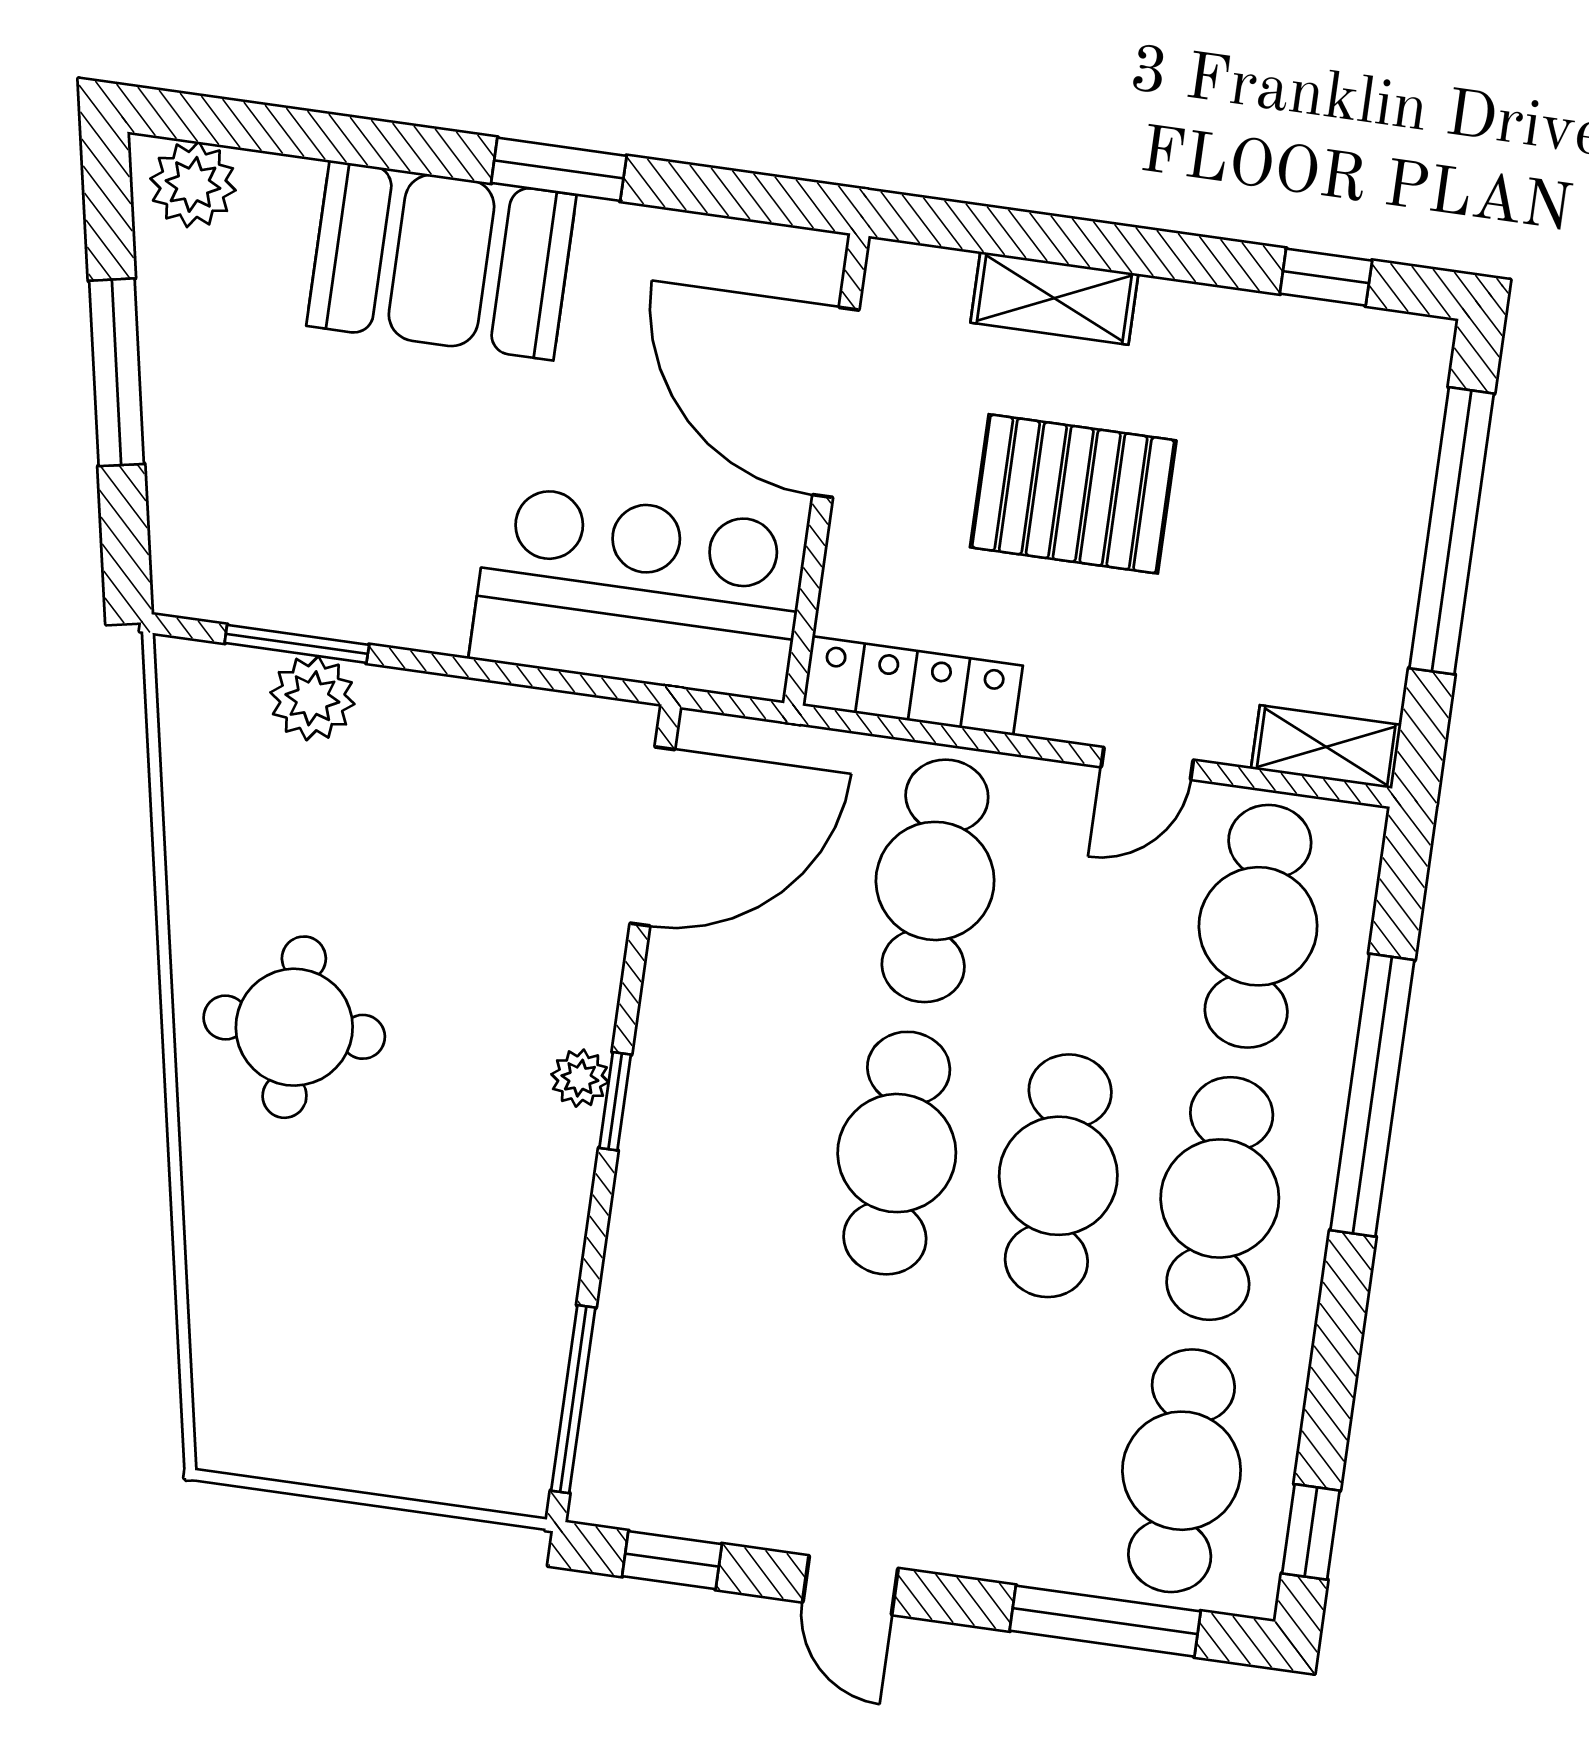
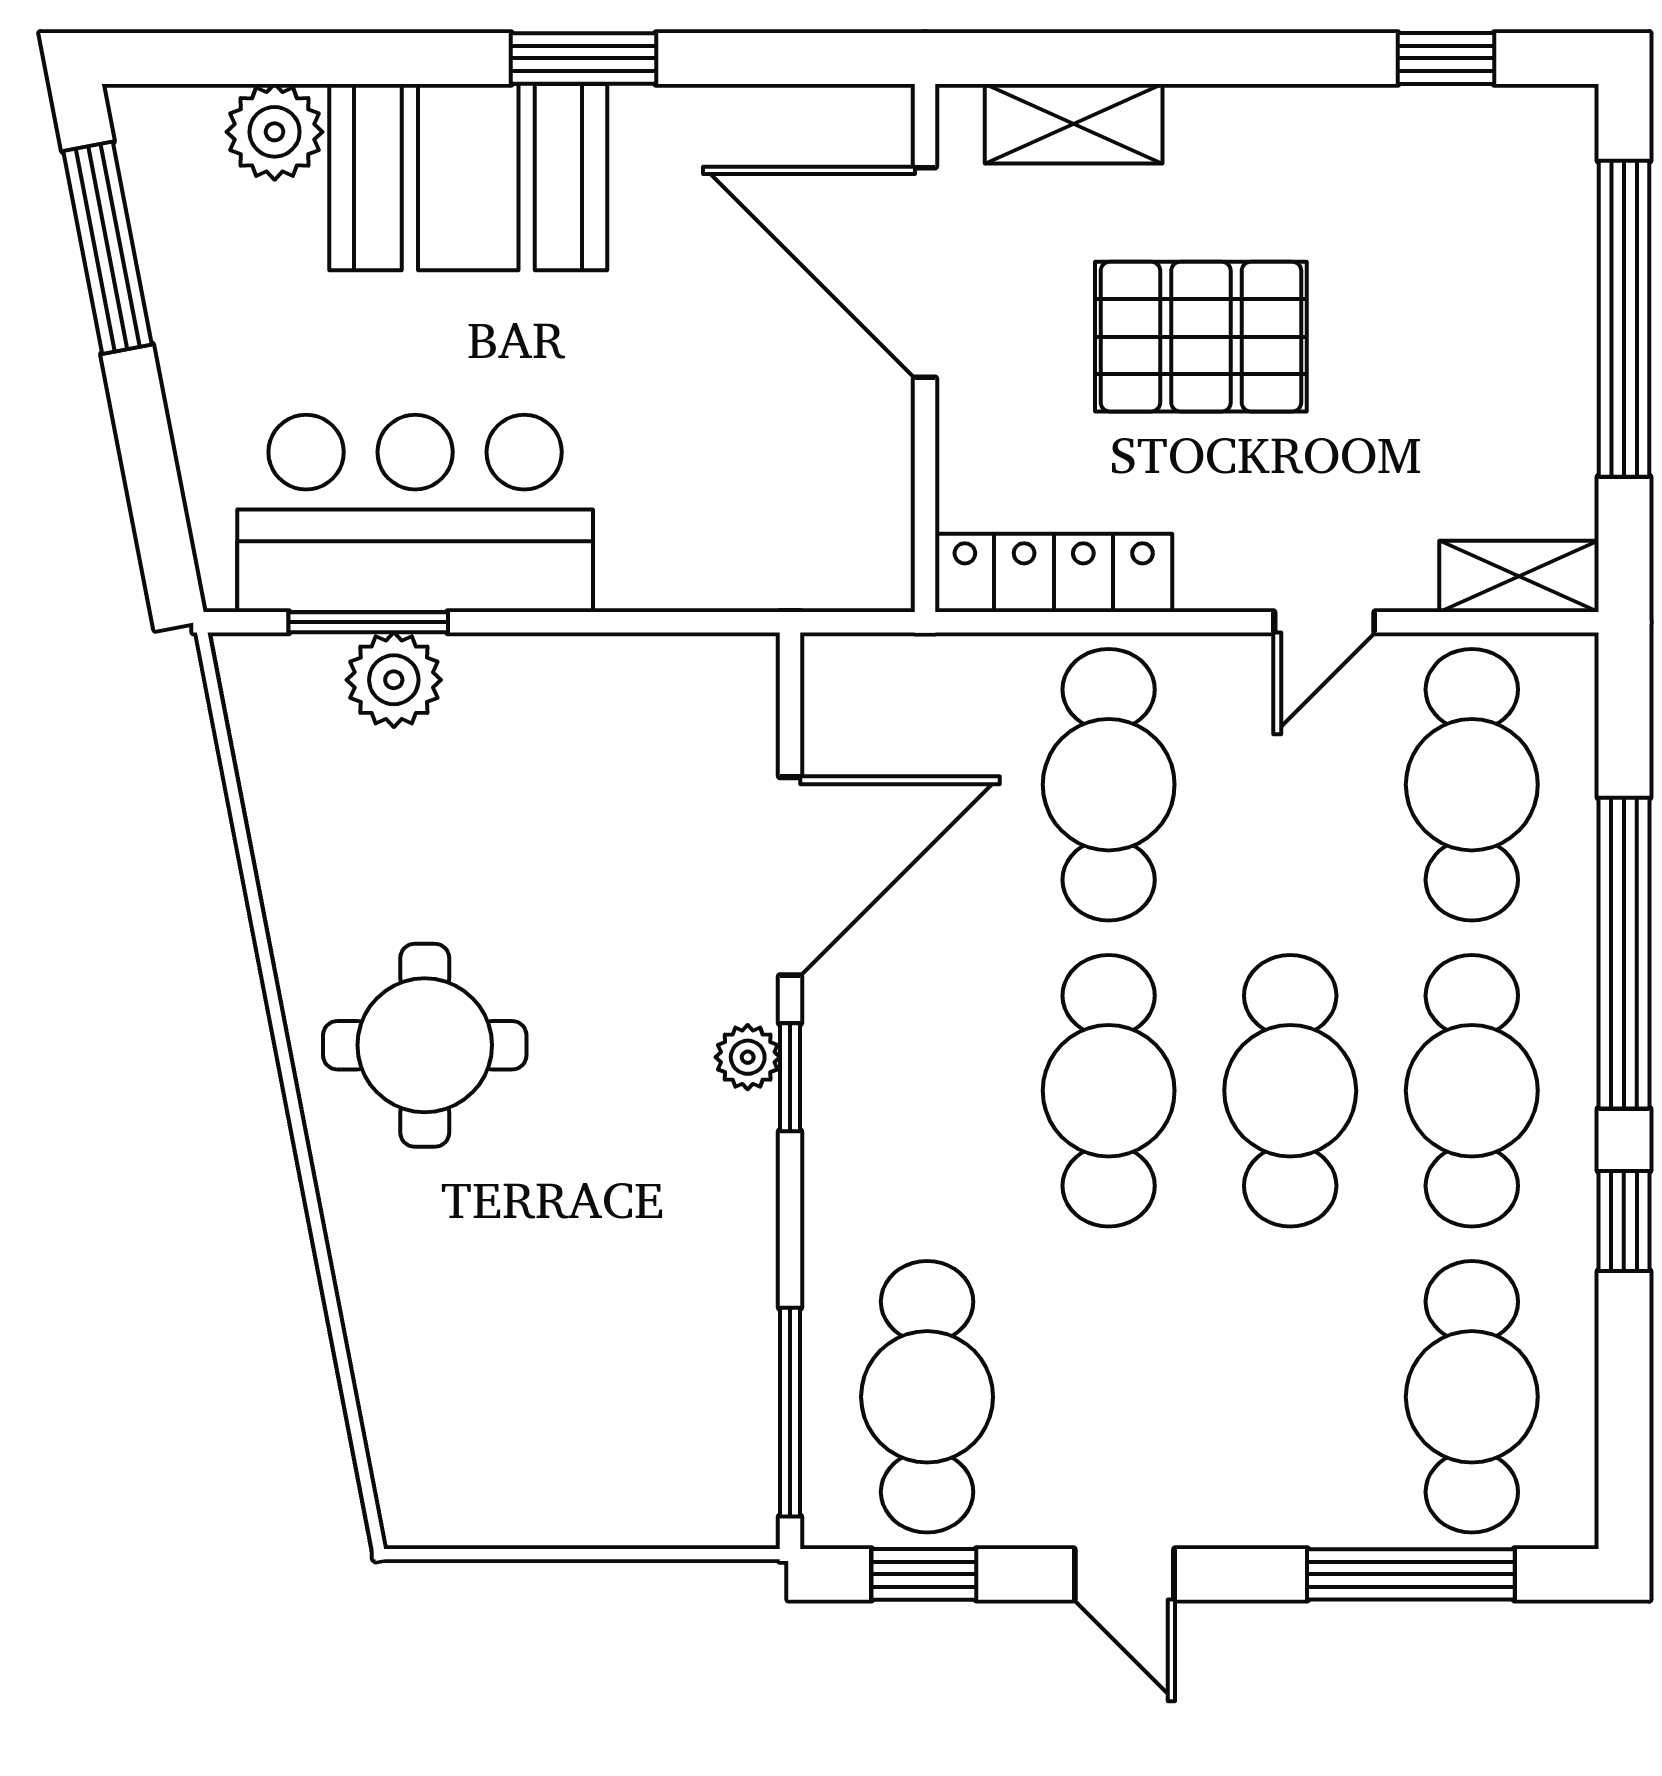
plant: (193, 184) -> (275, 132), moved
shelving: (1054, 298) -> (1074, 124), moved
window: (117, 372) -> (108, 248), moved
bar counter: (639, 593) -> (415, 513), moved
door: (652, 836) -> (790, 876), moved
cafe table: (697, 1403) -> (927, 1397), added
window: (1311, 1532) -> (1624, 1221), moved

